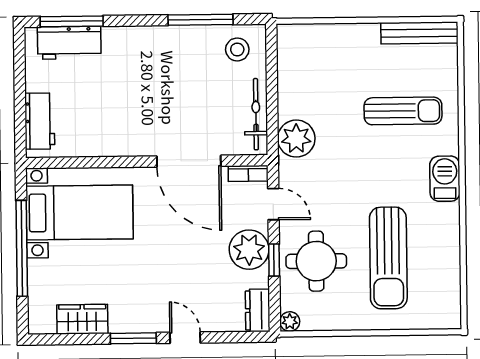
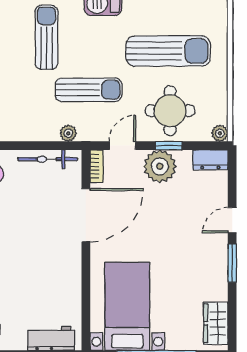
plant: (296, 139) -> (68, 133), width x0.53, depth x0.53
sun lounger: (340, 162) -> (89, 90), added
wardrobe: (82, 319) -> (216, 323), moved

